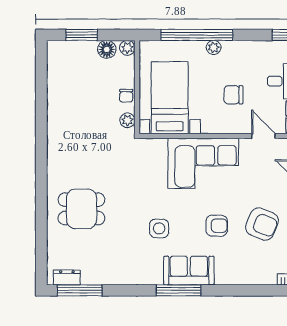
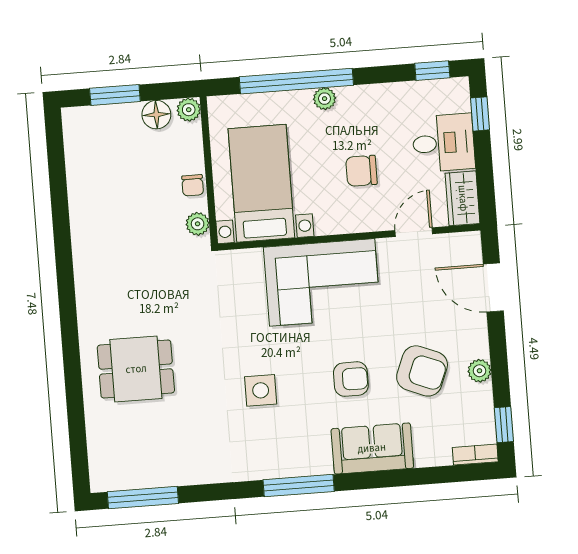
door: (263, 136) -> (414, 232), hinge flipped
sofa: (189, 271) -> (372, 448), moved
dresser: (67, 277) -> (121, 479), removed

